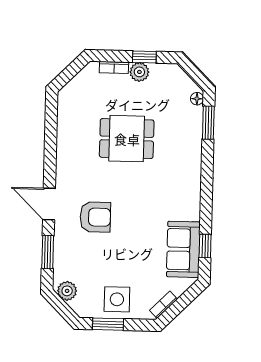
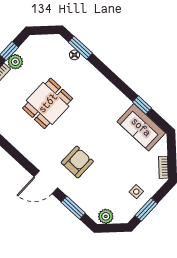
floor lamp: (197, 99) -> (74, 55), moved
window: (205, 246) -> (142, 105), moved
side table: (117, 299) -> (136, 192), width x0.54, depth x0.54

